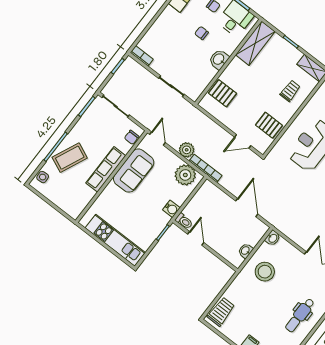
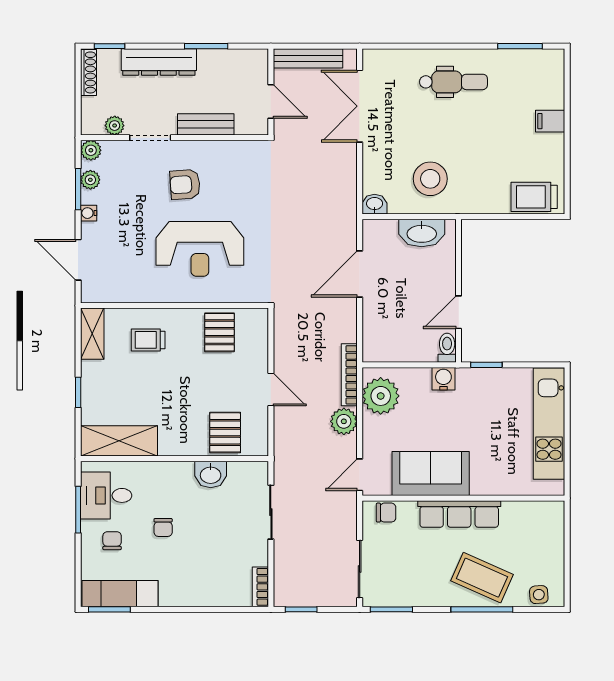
washbasin: (219, 59) -> (211, 474), moved
door: (243, 141) -> (271, 390), moved
washbasin: (246, 251) -> (422, 233), width x1.91, depth x1.45

